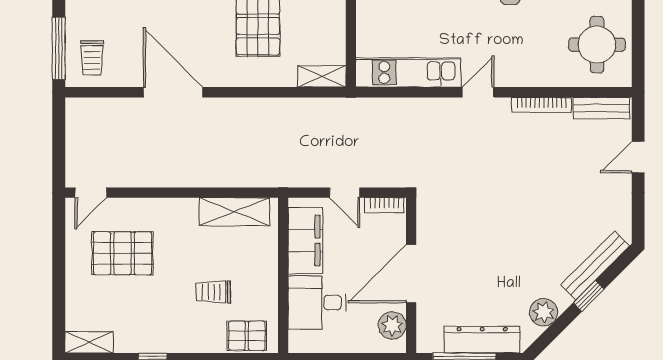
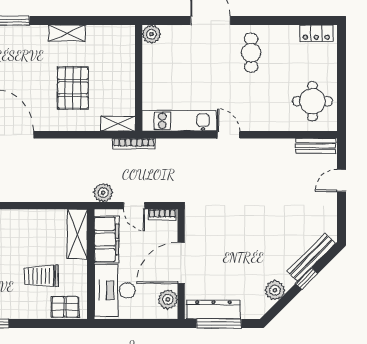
door: (478, 92) -> (229, 135), hinge flipped
bookcase: (542, 105) -> (134, 144), moved
plant: (301, 174) -> (103, 193), added
shelving: (234, 212) -> (77, 234), moved, turned 90
trolley: (213, 292) -> (41, 276), width x1.36, depth x1.39
desk: (317, 303) -> (115, 290), width x1.37
dresser: (482, 340) -> (213, 310), moved

